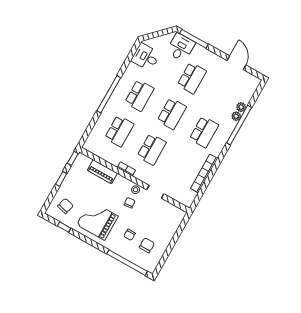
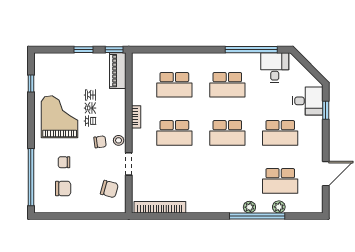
window: (194, 39) -> (326, 110), width x0.46
window: (109, 94) -> (251, 50), moved
plant: (236, 116) -> (249, 207), moved
school desk: (204, 132) -> (280, 181), moved
piano: (102, 172) -> (118, 71), moved
bookcase: (204, 173) -> (160, 207), moved
chair: (65, 206) -> (109, 189), moved

